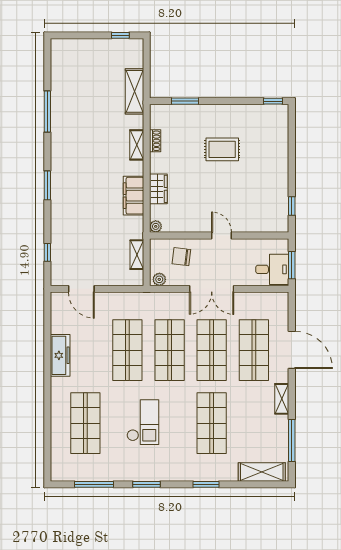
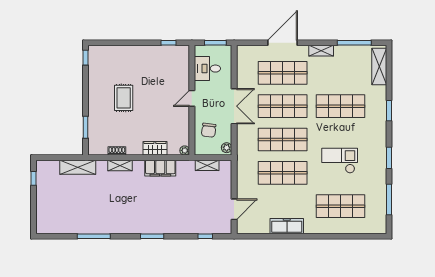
desk: (272, 269) -> (207, 69), moved, turned -90

